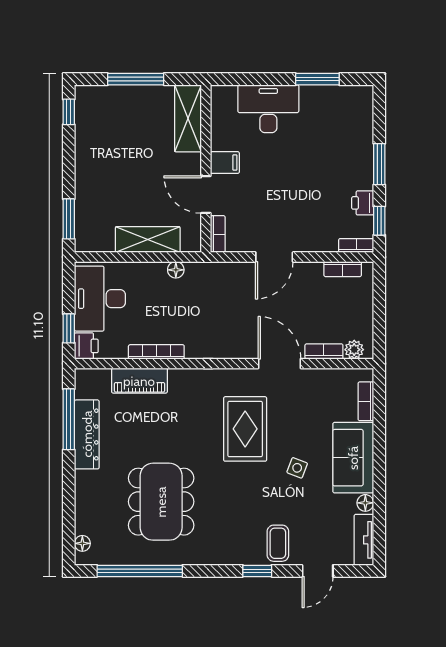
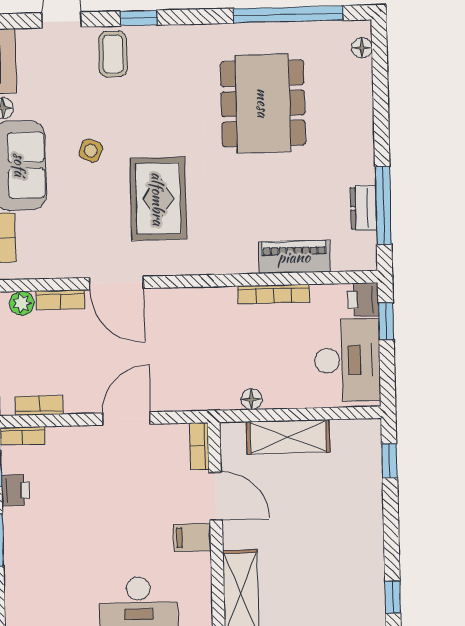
window: (69, 219) -> (389, 461), width x0.67
dresser: (87, 434) -> (363, 208), width x0.51, depth x0.80

